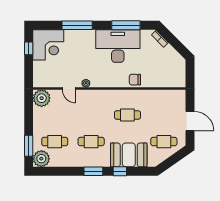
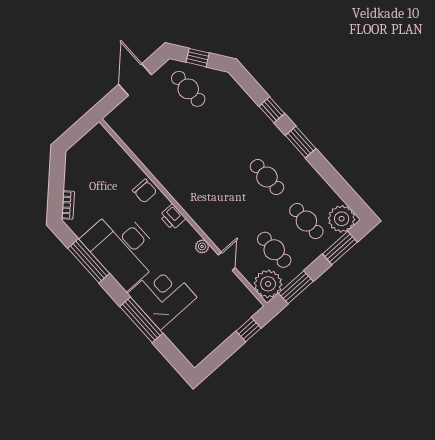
corner desk: (48, 45) -> (162, 295), moved
window: (29, 48) -> (249, 330), moved
printer: (111, 82) -> (172, 217), added
window: (29, 110) -> (296, 287), added
cafe table: (127, 115) -> (274, 250), moved
booth: (129, 155) -> (242, 117), removed
window: (174, 159) -> (198, 58), added

